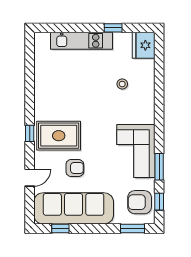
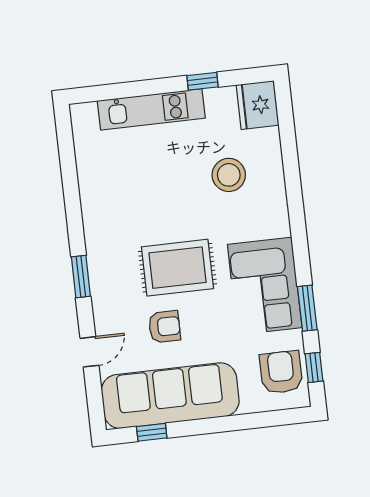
stool: (122, 84) -> (229, 175), width x1.89, depth x1.89
window: (30, 133) -> (81, 277), width x1.50
rug: (59, 136) -> (177, 268), moved
armchair: (140, 202) -> (281, 372), turned 90
window: (133, 229) -> (274, 418), removed

